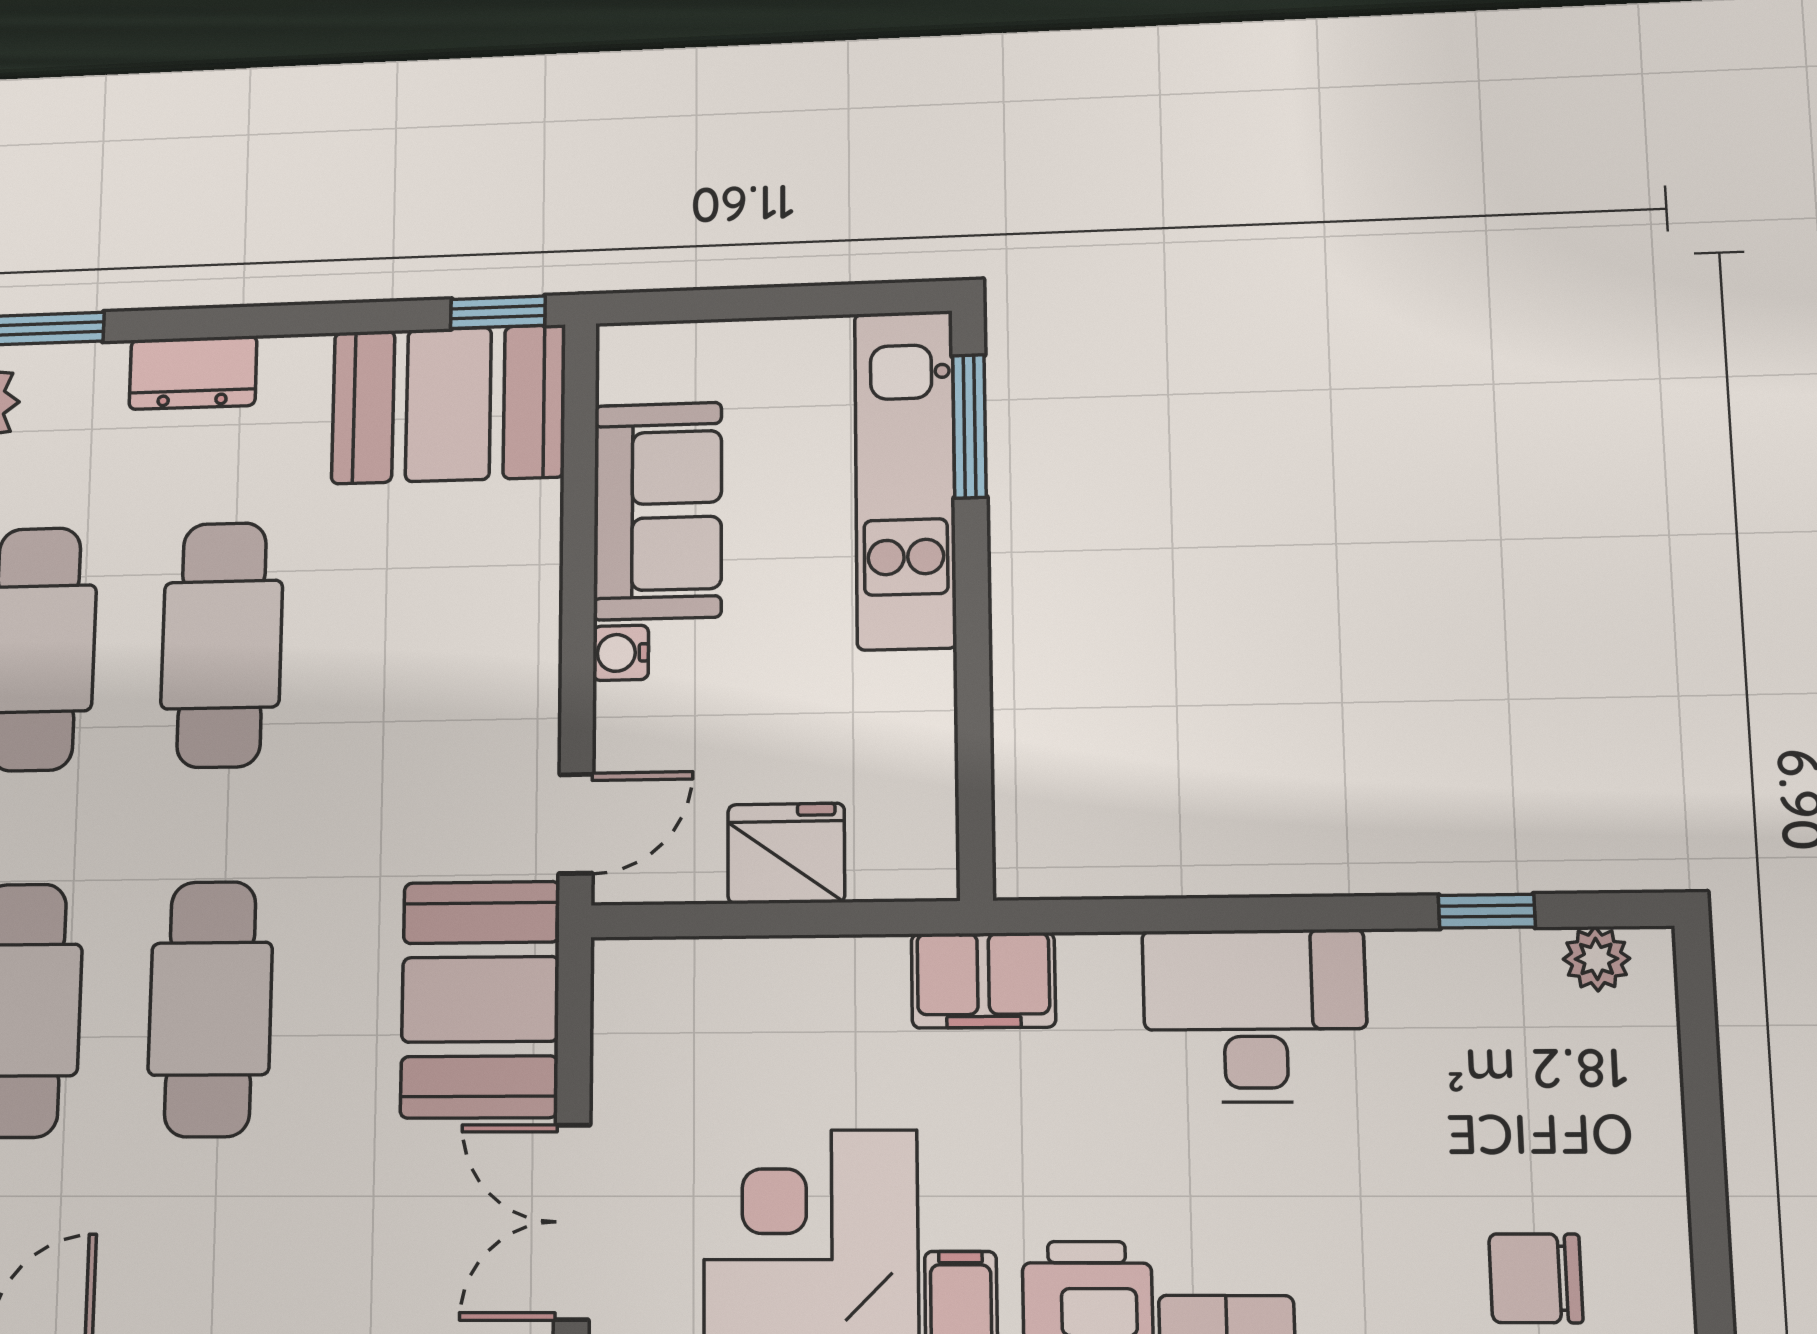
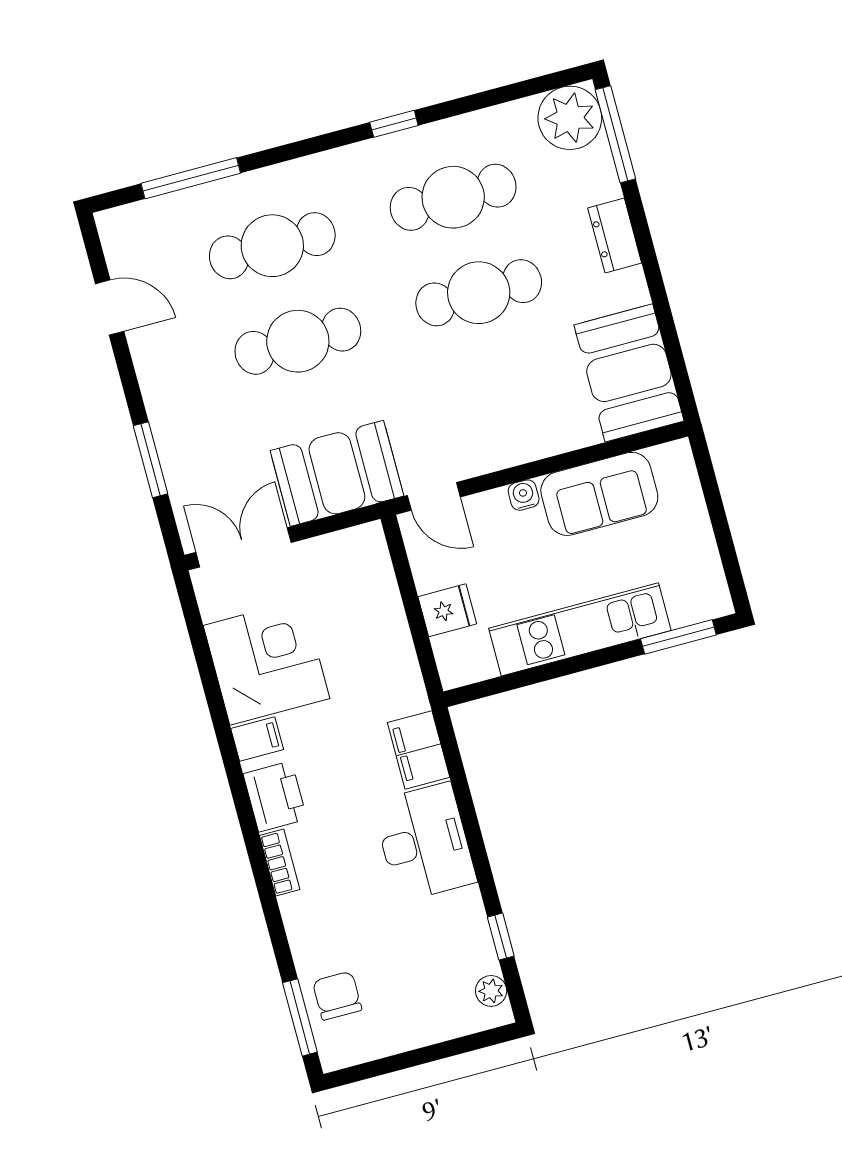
window: (498, 312) -> (683, 385), removed
kitchen unit: (905, 479) -> (580, 629), moved
fridge: (786, 853) -> (447, 610), width x0.72
filing cabinet: (983, 980) -> (419, 750), moved

